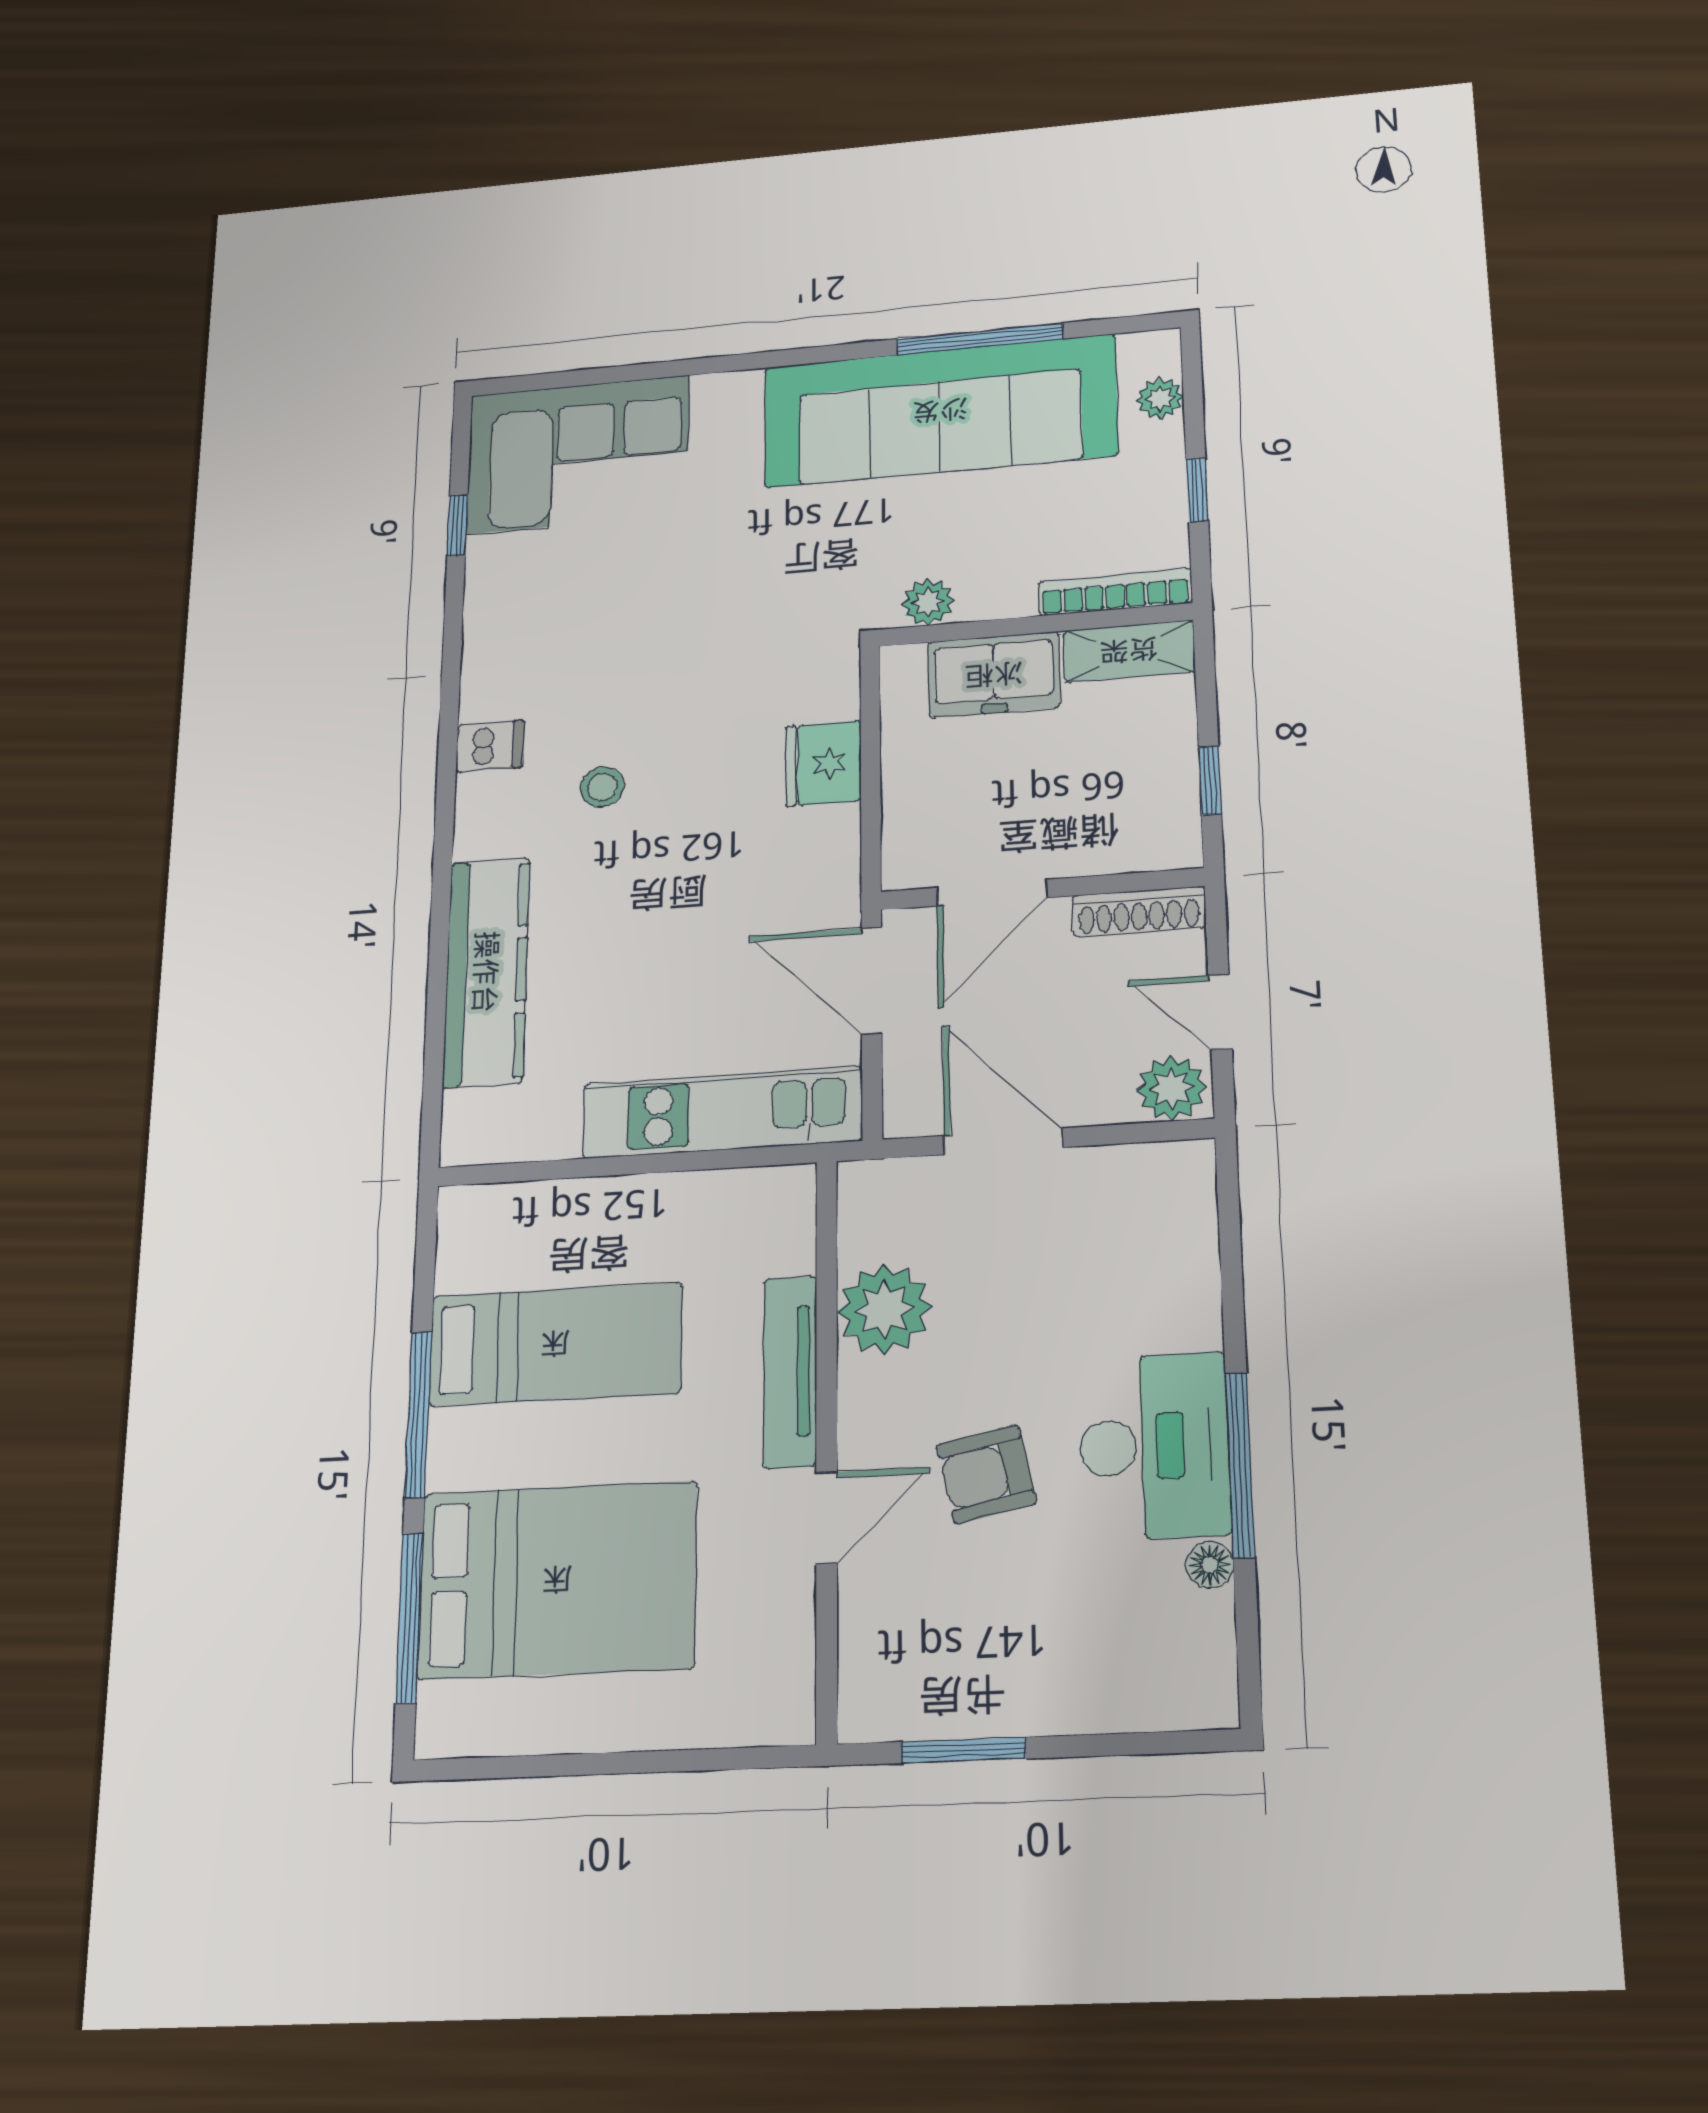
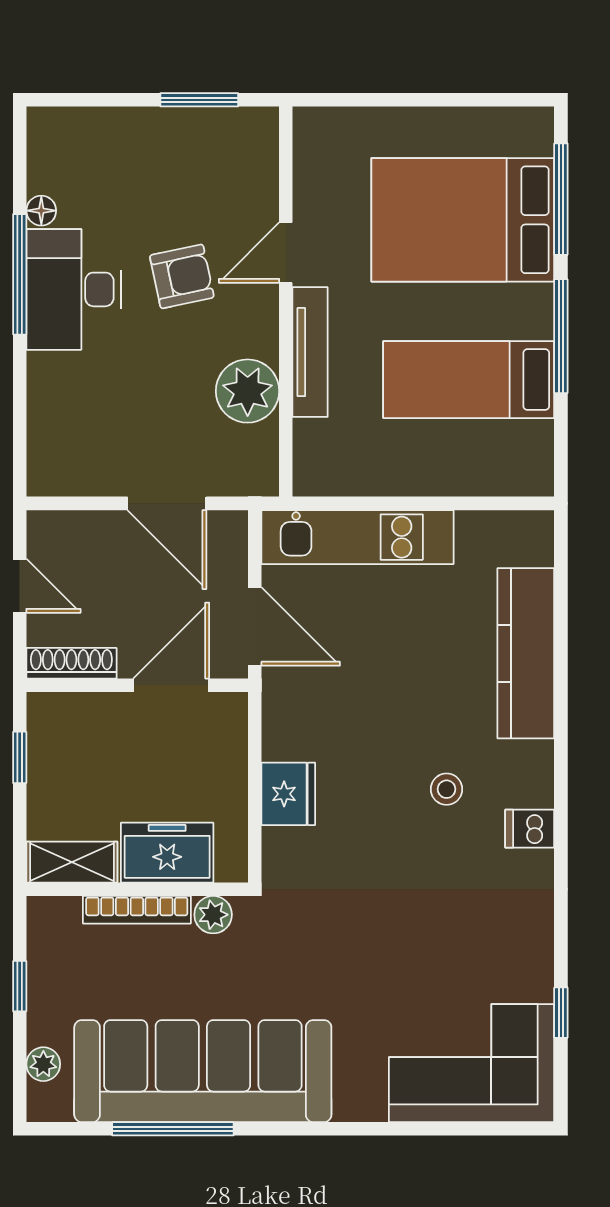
bookcase: (1115, 592) -> (137, 910), moved
plant: (1172, 1088) -> (54, 533), removed

